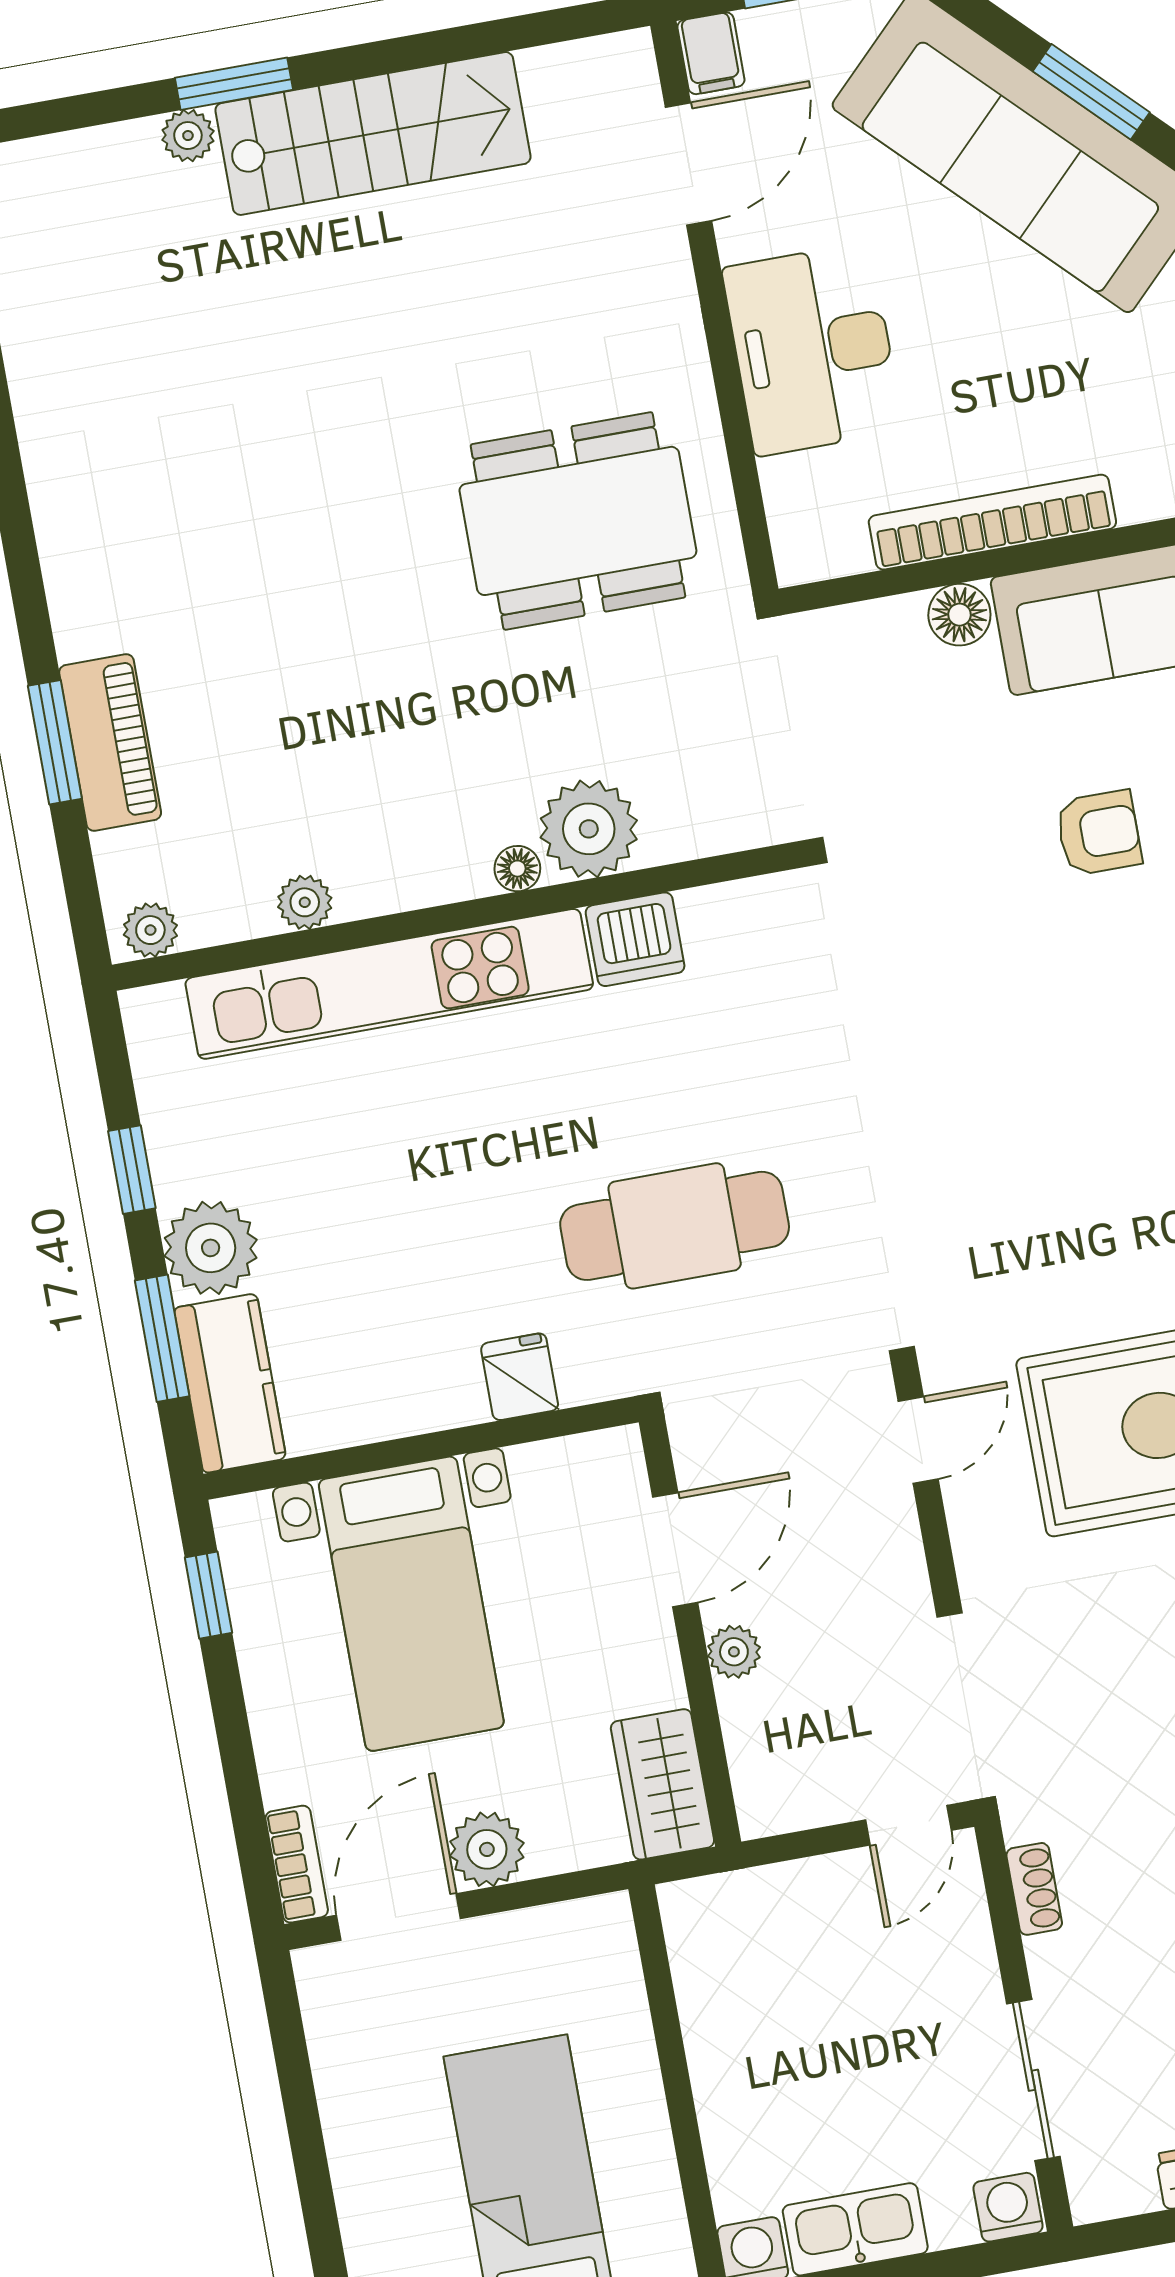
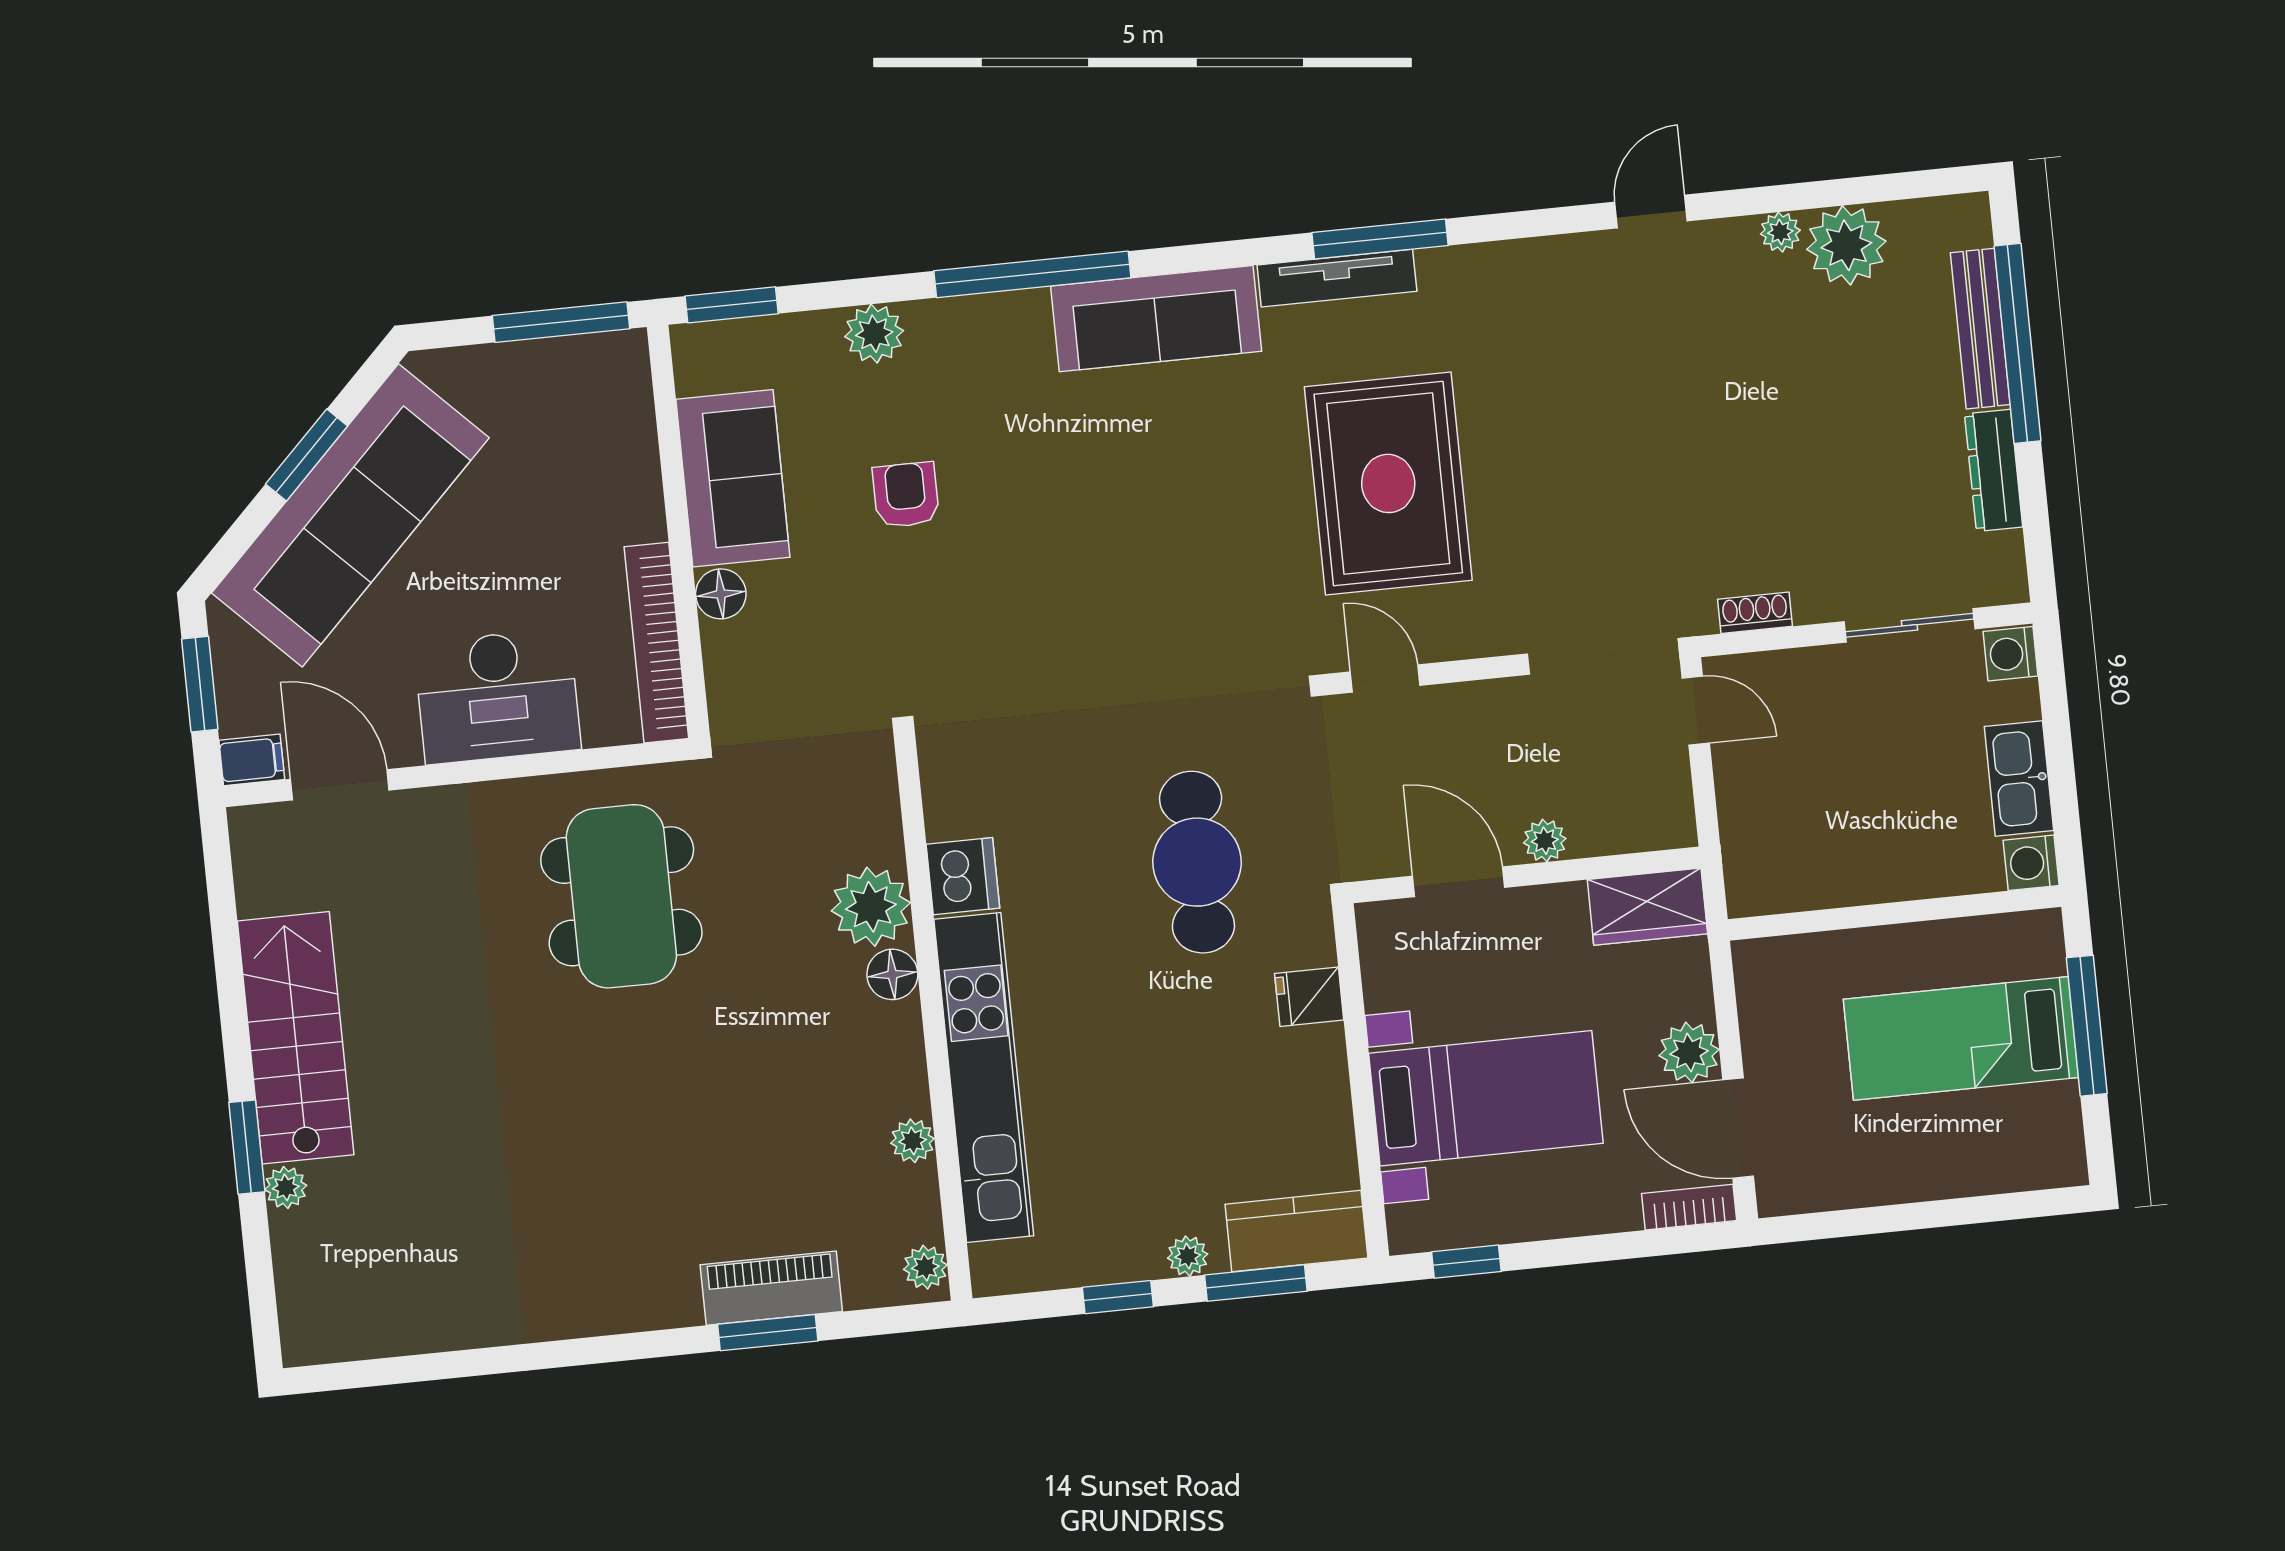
bookcase: (992, 522) -> (656, 643), moved
floor lamp: (517, 869) -> (892, 974), width x1.37, depth x1.37
plant: (211, 1248) -> (1188, 1256), width x0.53, depth x0.53

